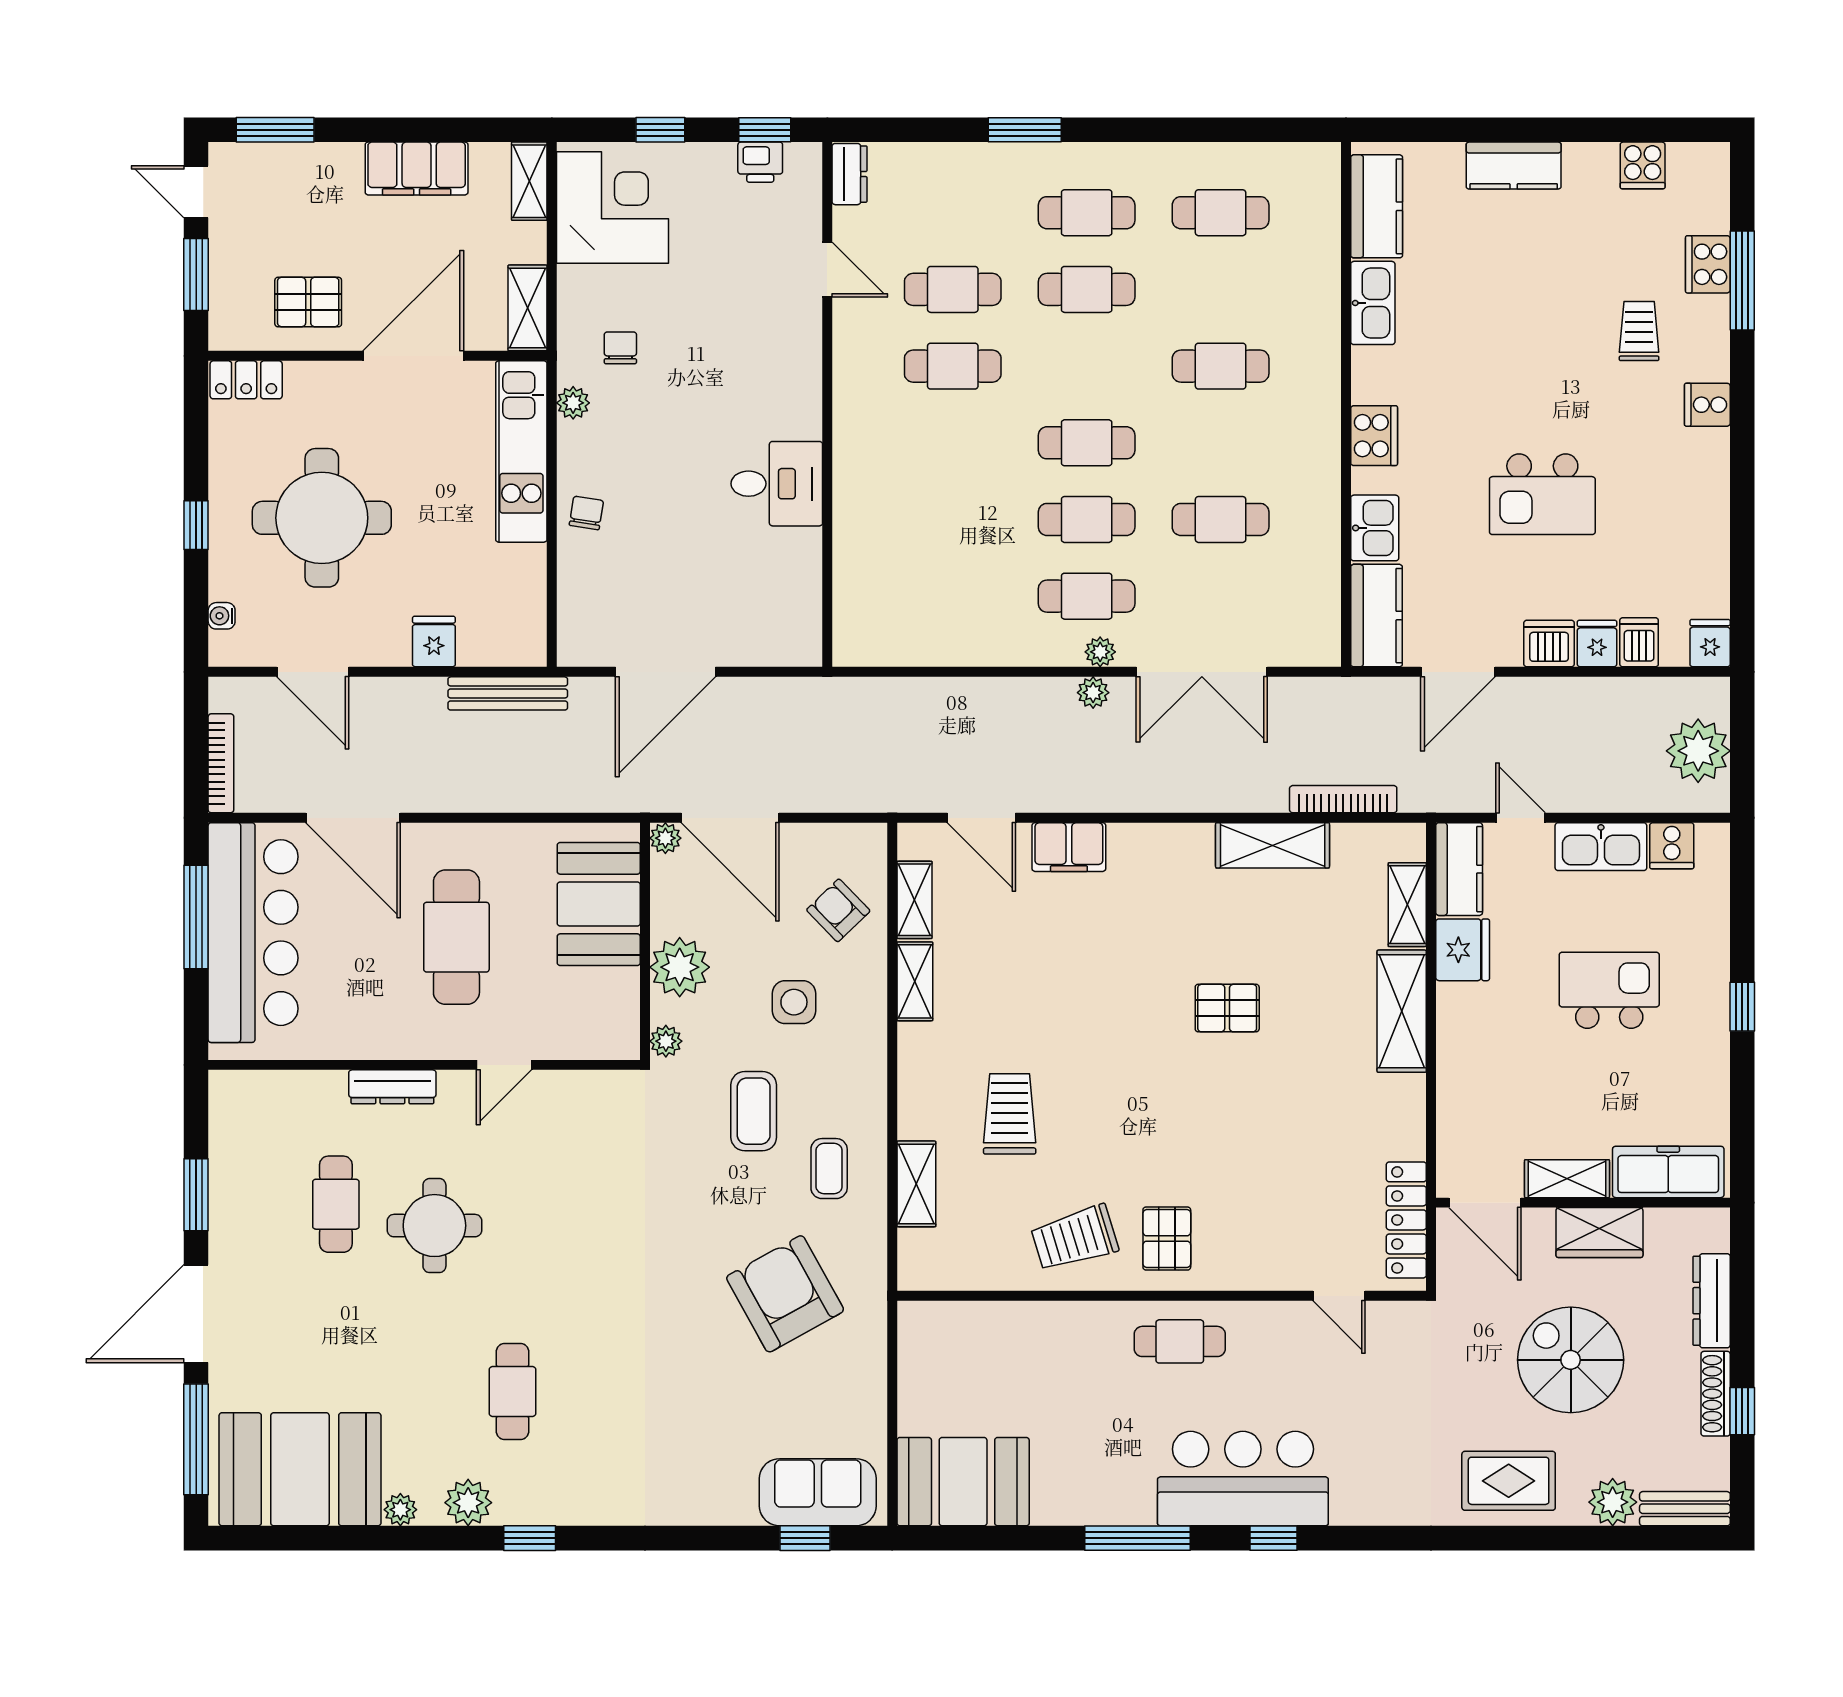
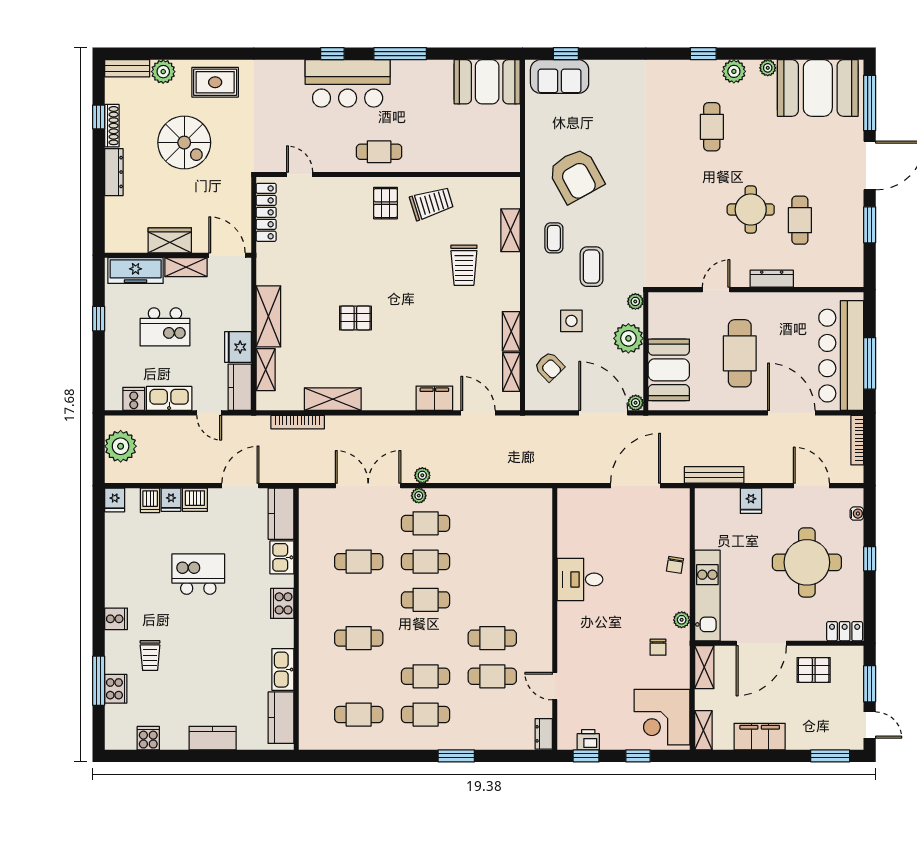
freezer: (1668, 1172) -> (136, 271), moved
shelving: (1567, 1179) -> (186, 267), moved
door: (1485, 1203) -> (227, 255), moved
wall: (1583, 1203) -> (178, 255), moved
wardrobe: (1599, 1233) -> (170, 240), moved

